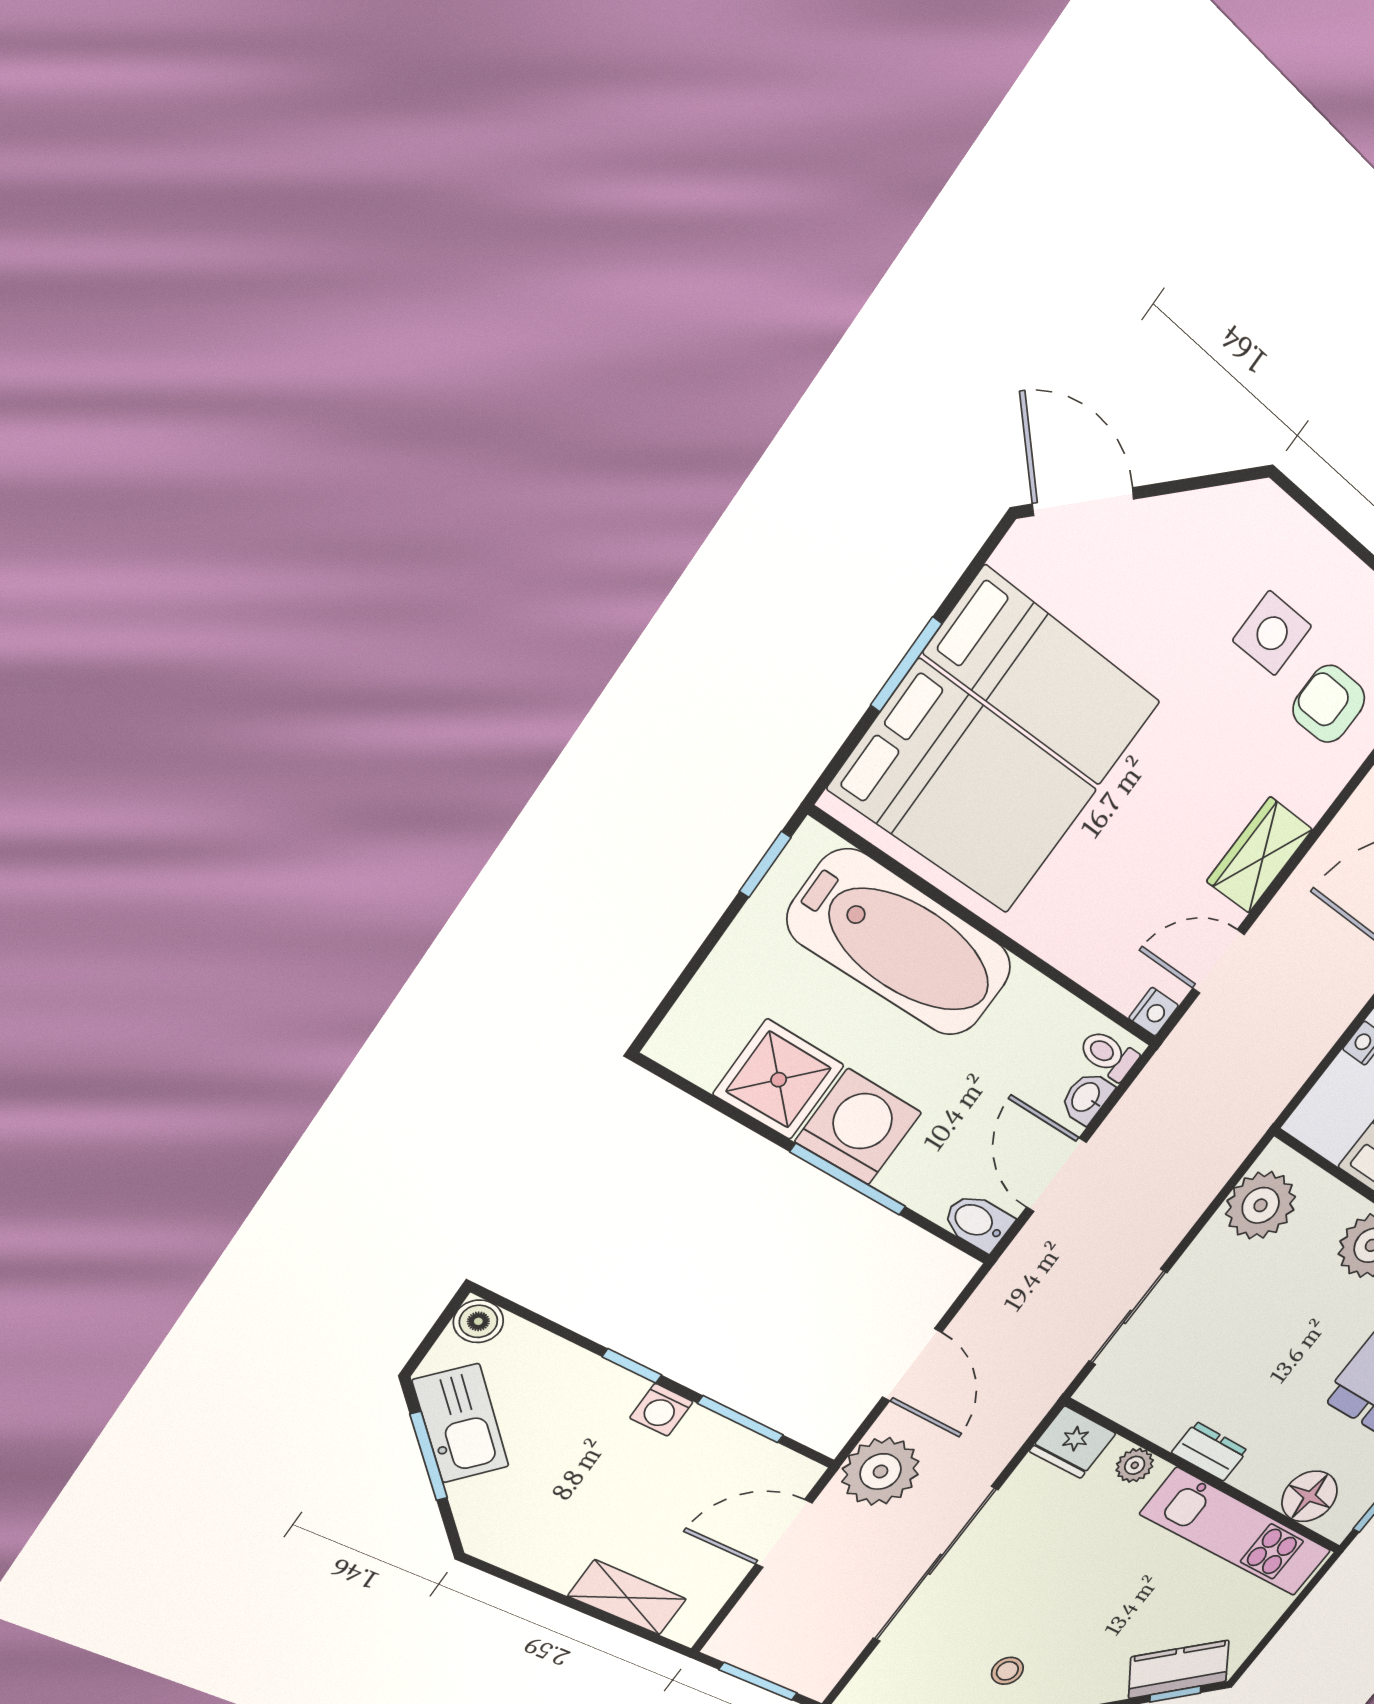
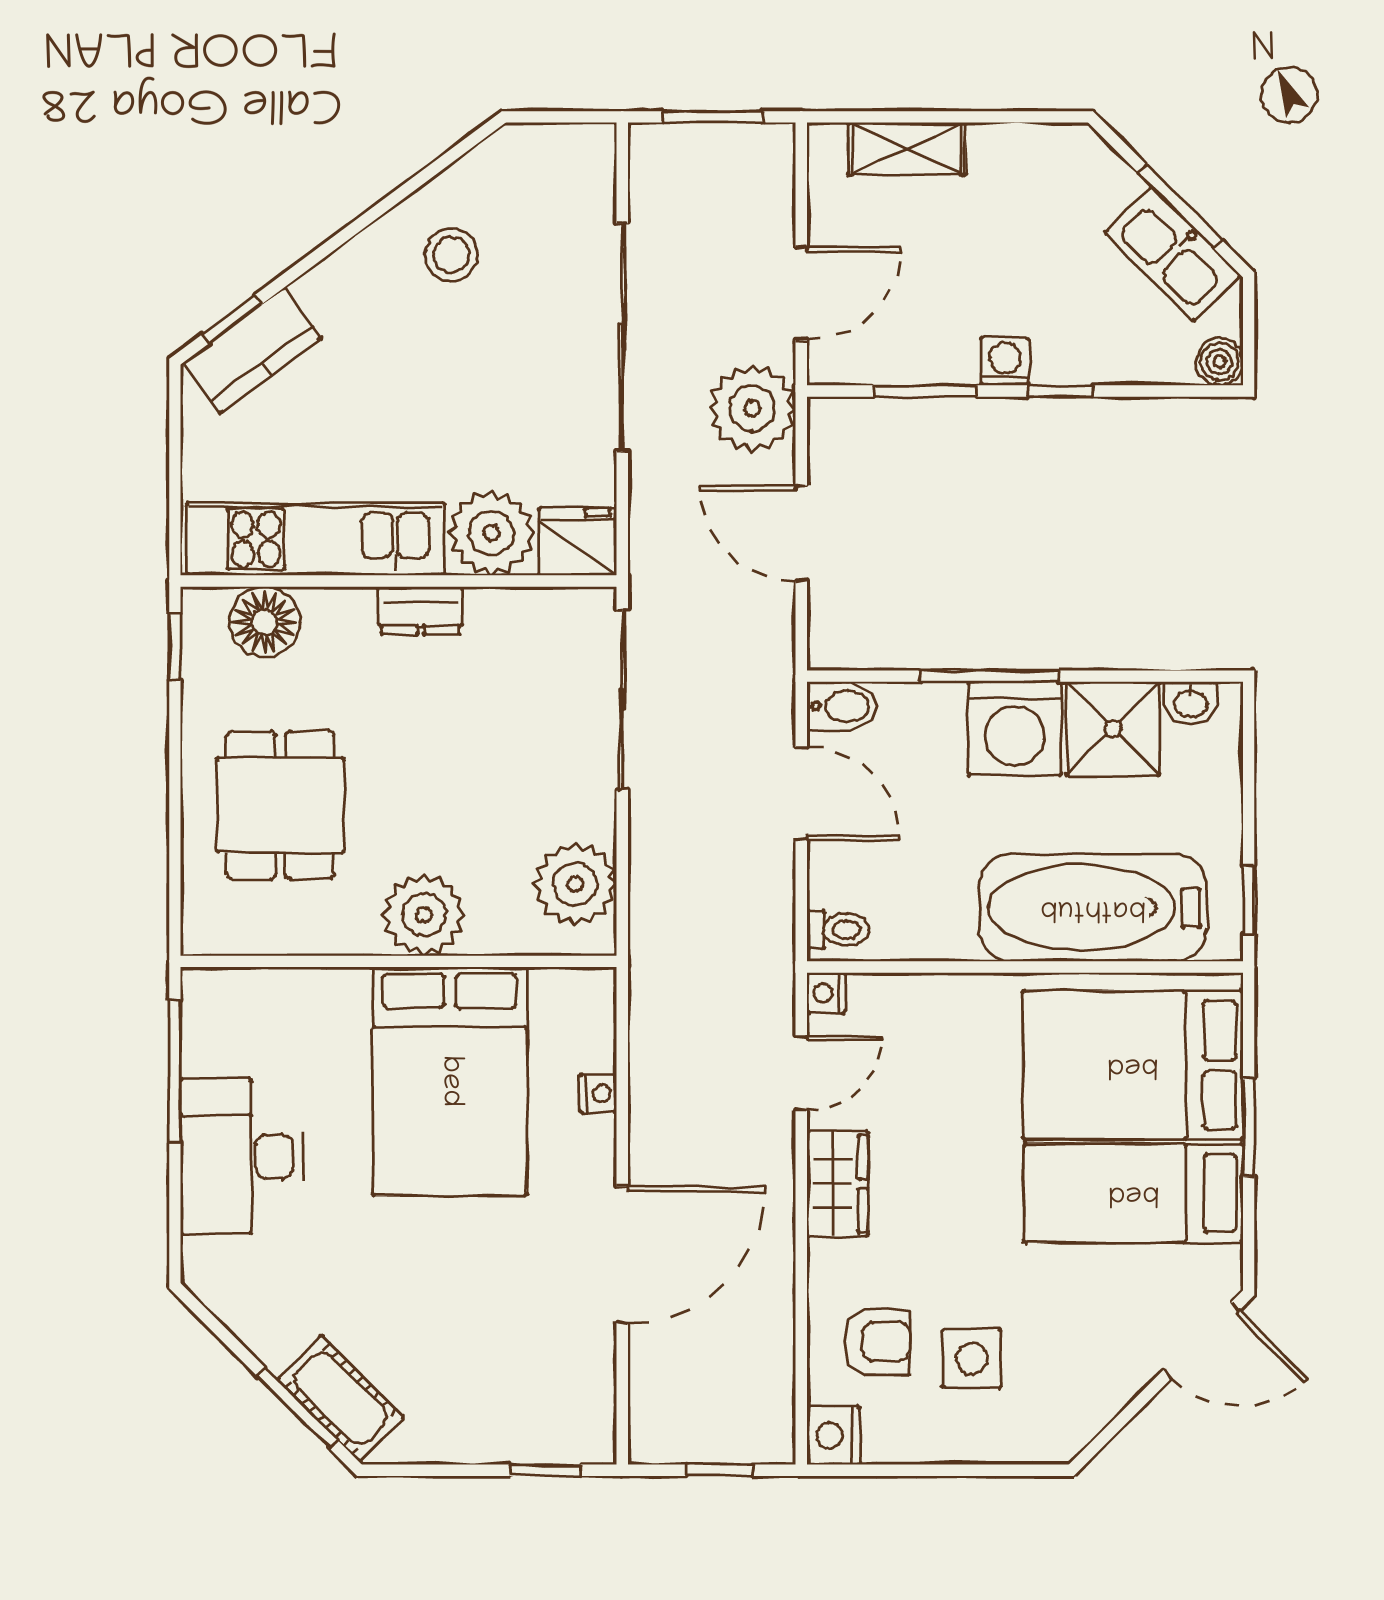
washbasin: (1086, 1098) -> (1191, 703), moved, turned 90
sliding door: (1128, 1317) -> (622, 700), width x1.37
plant: (1135, 1465) -> (491, 533), width x1.88, depth x1.88
stool: (1007, 1671) -> (451, 255), width x1.37, depth x1.37

